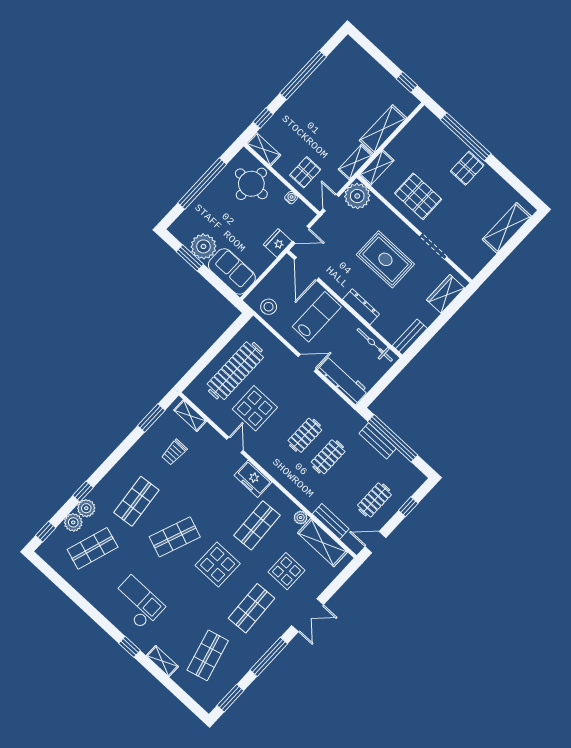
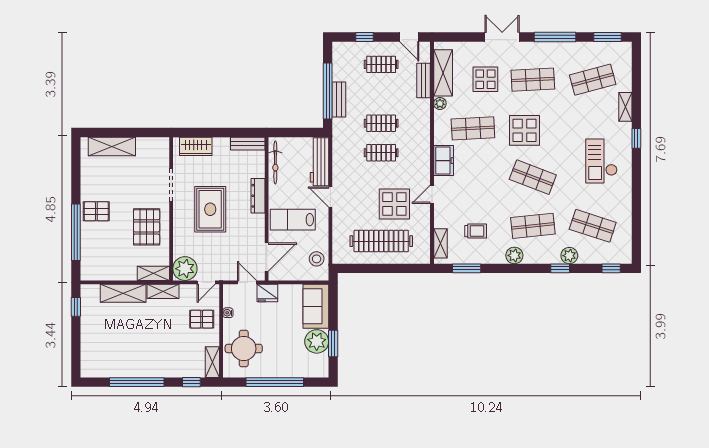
plant: (73, 522) -> (514, 255), moved

